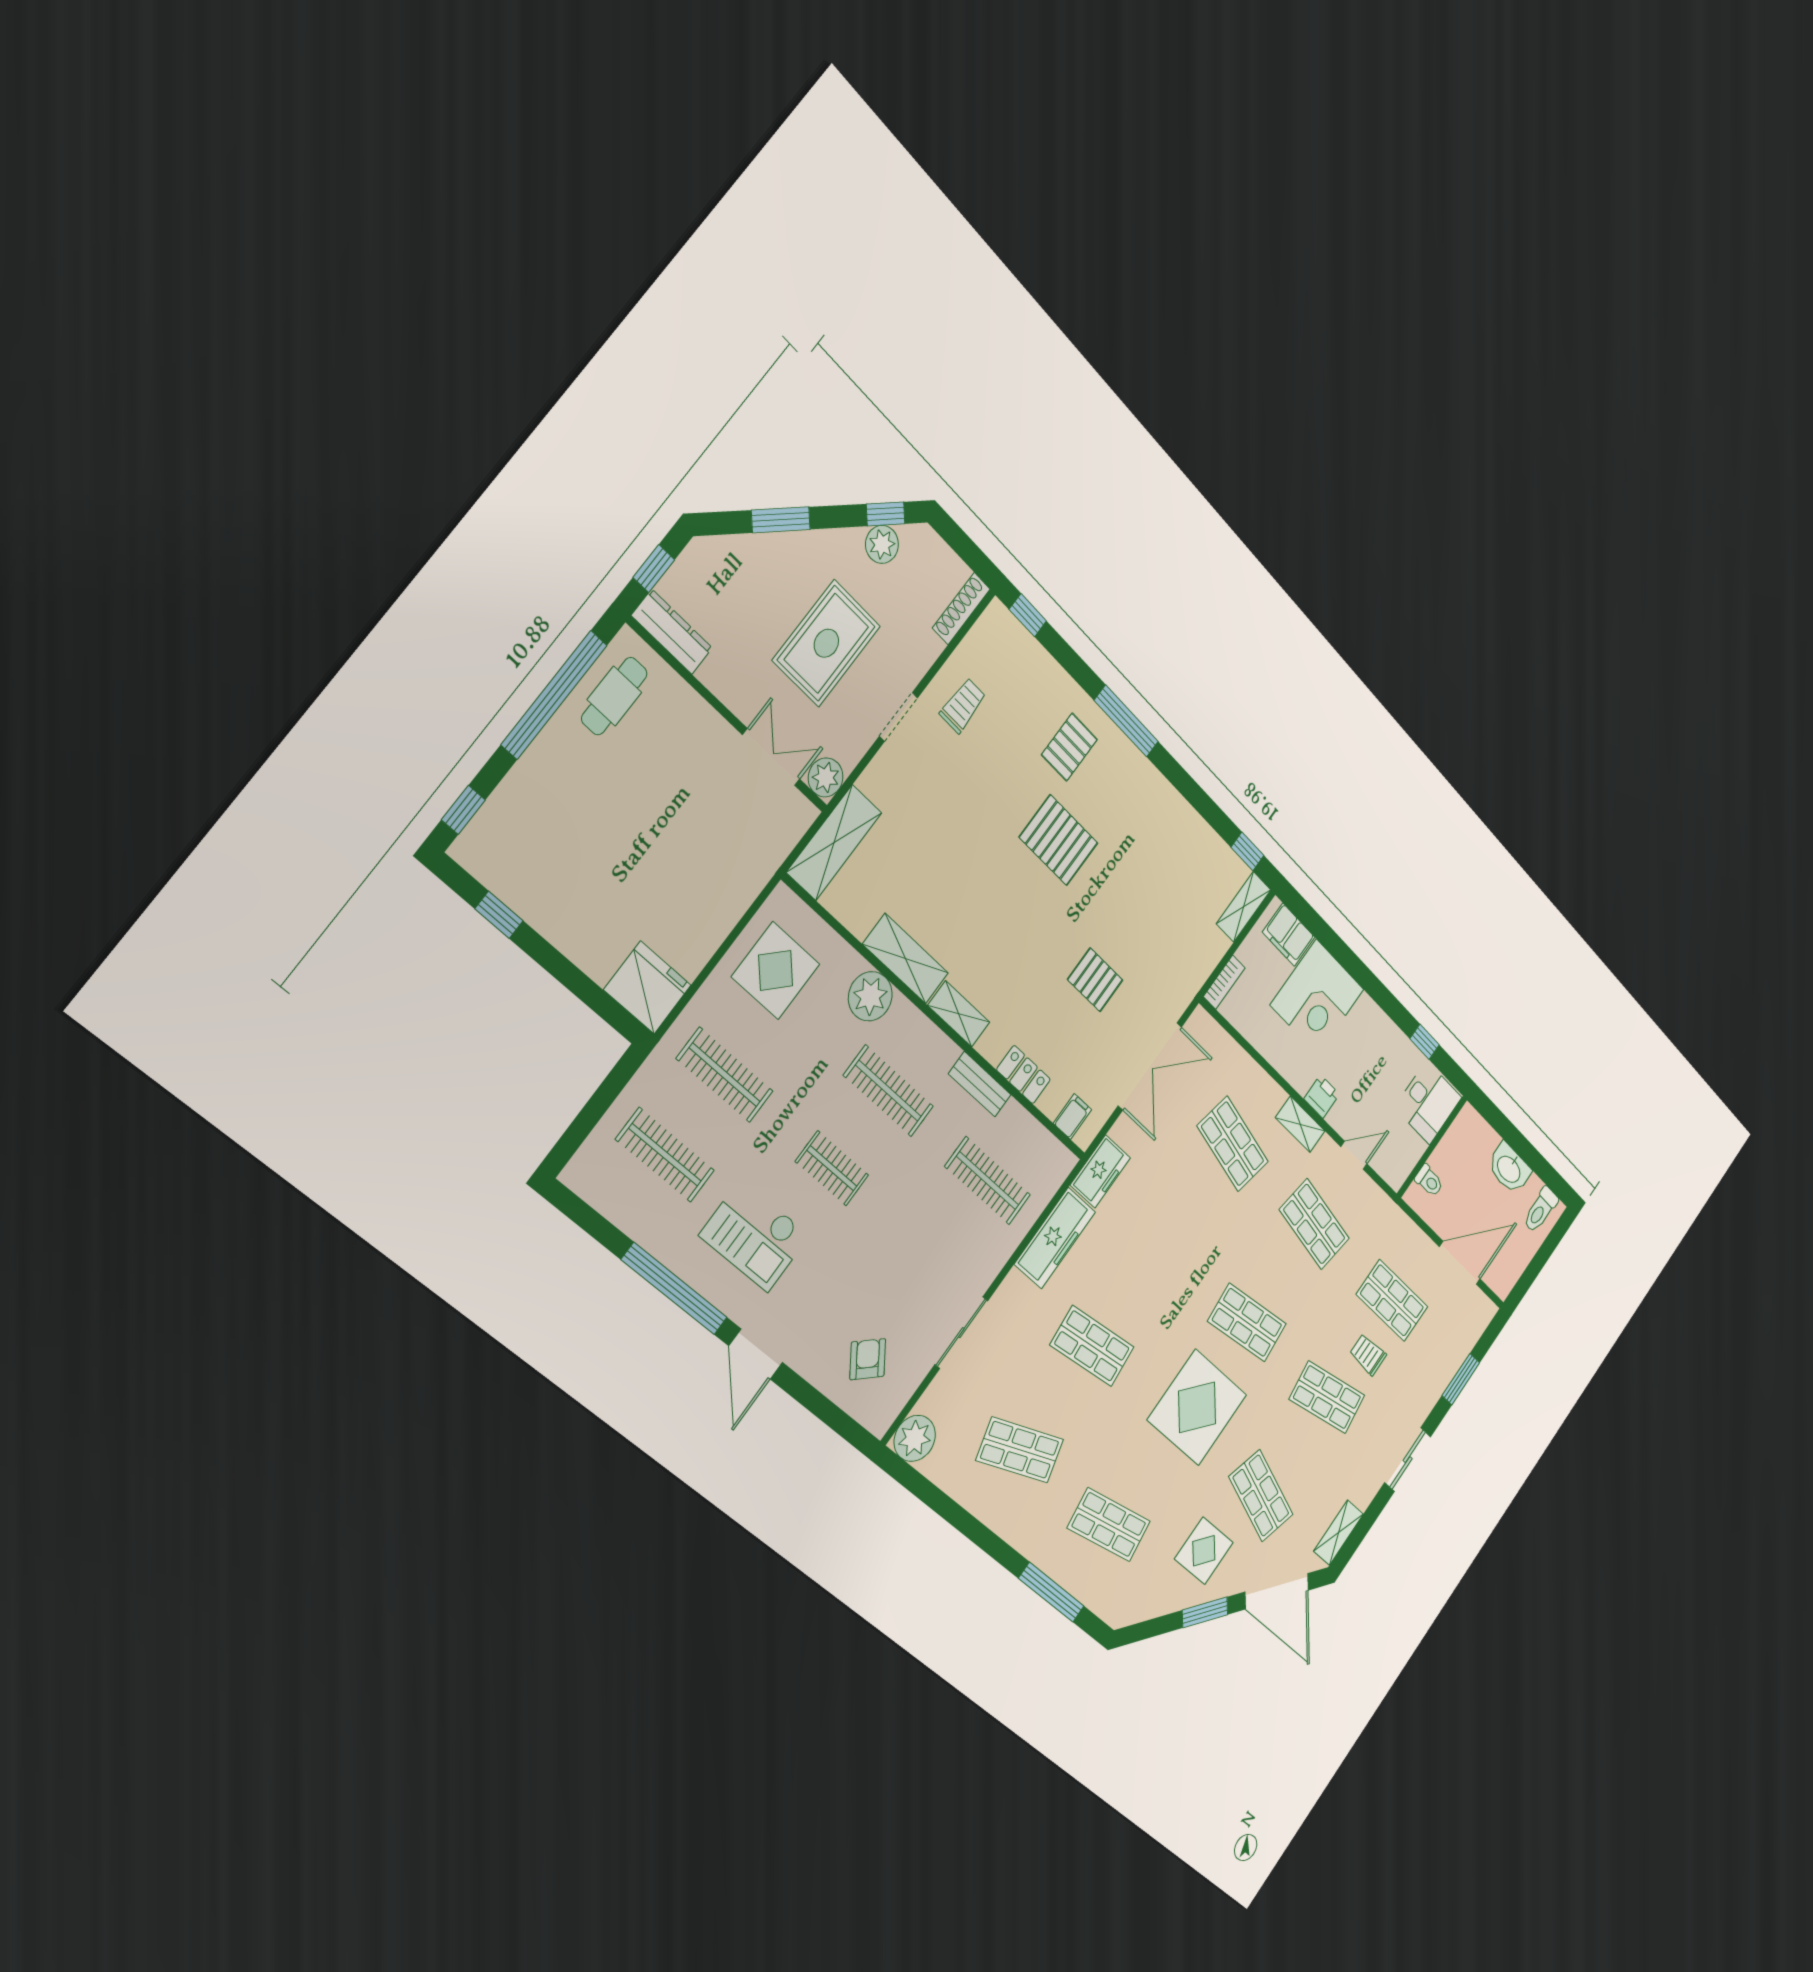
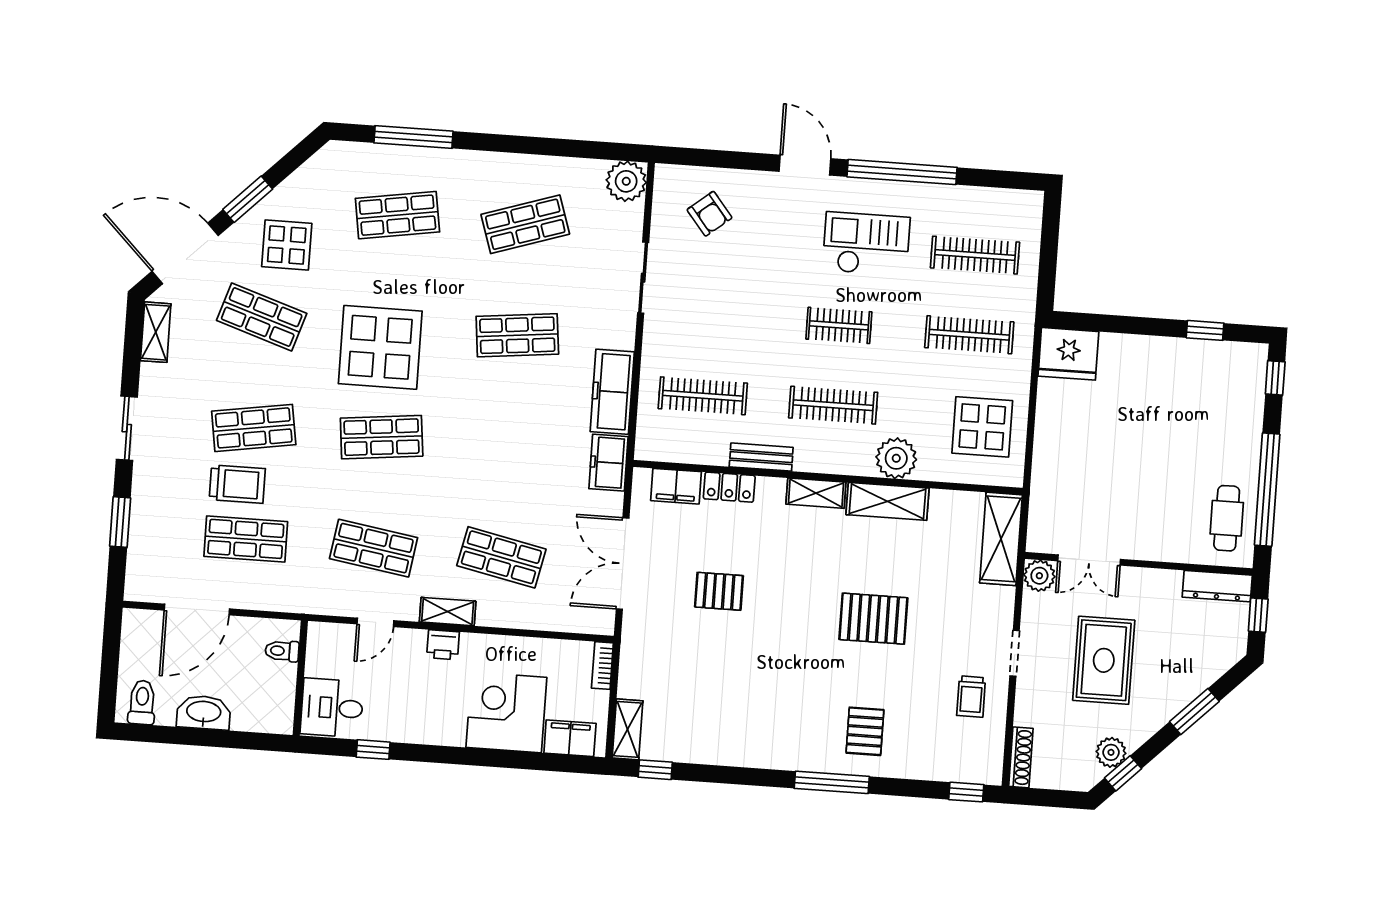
pallet: (1059, 840) -> (873, 619), moved
filing cabinet: (1072, 1116) -> (676, 486), width x2.00
trolley: (1368, 1354) -> (237, 484), width x1.36, depth x1.39

